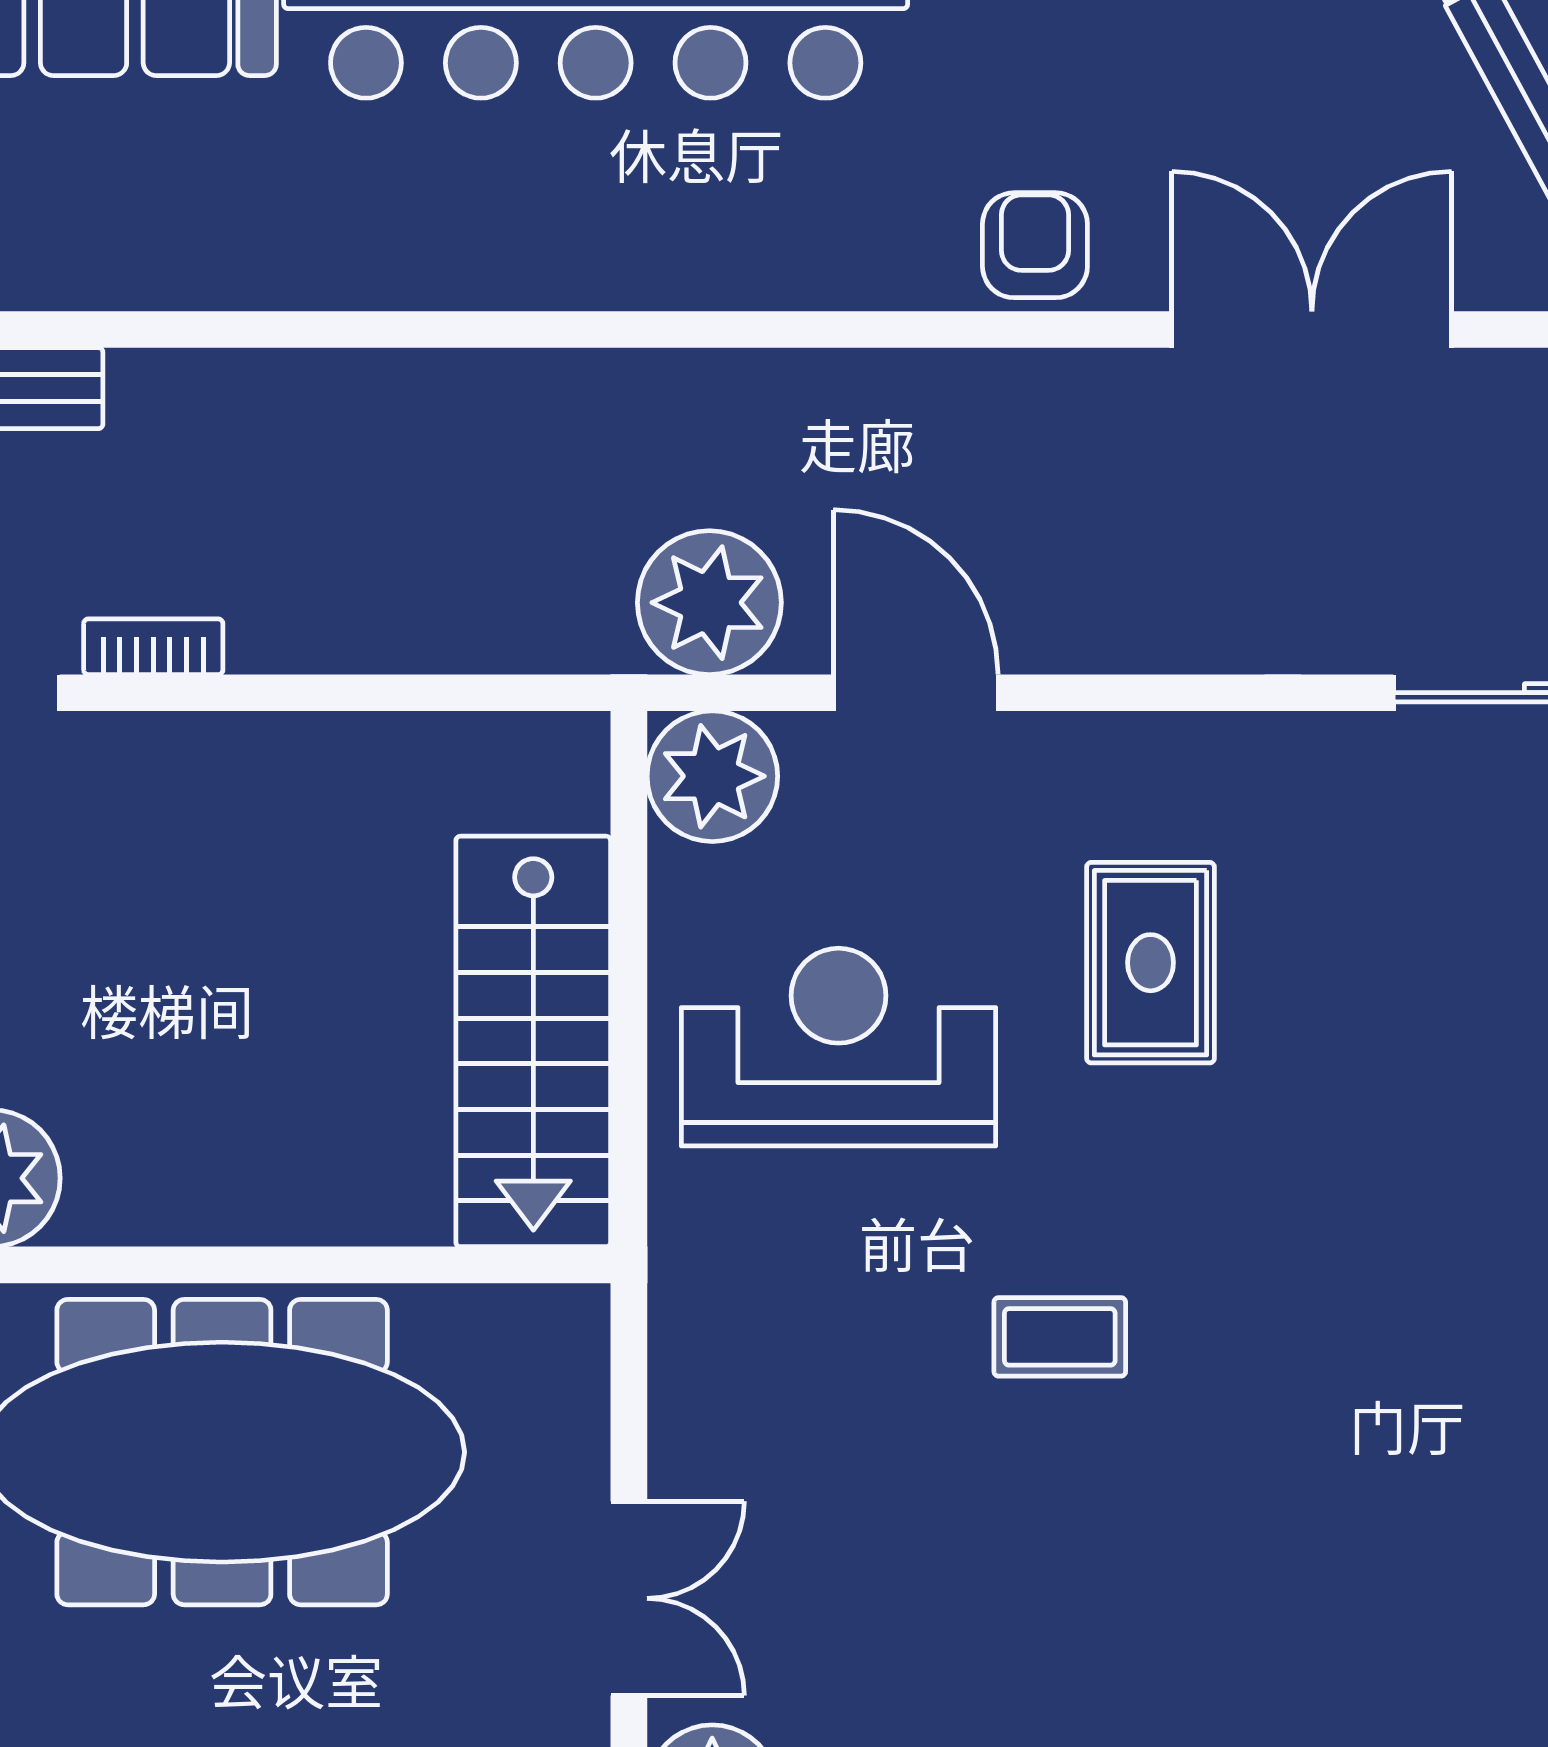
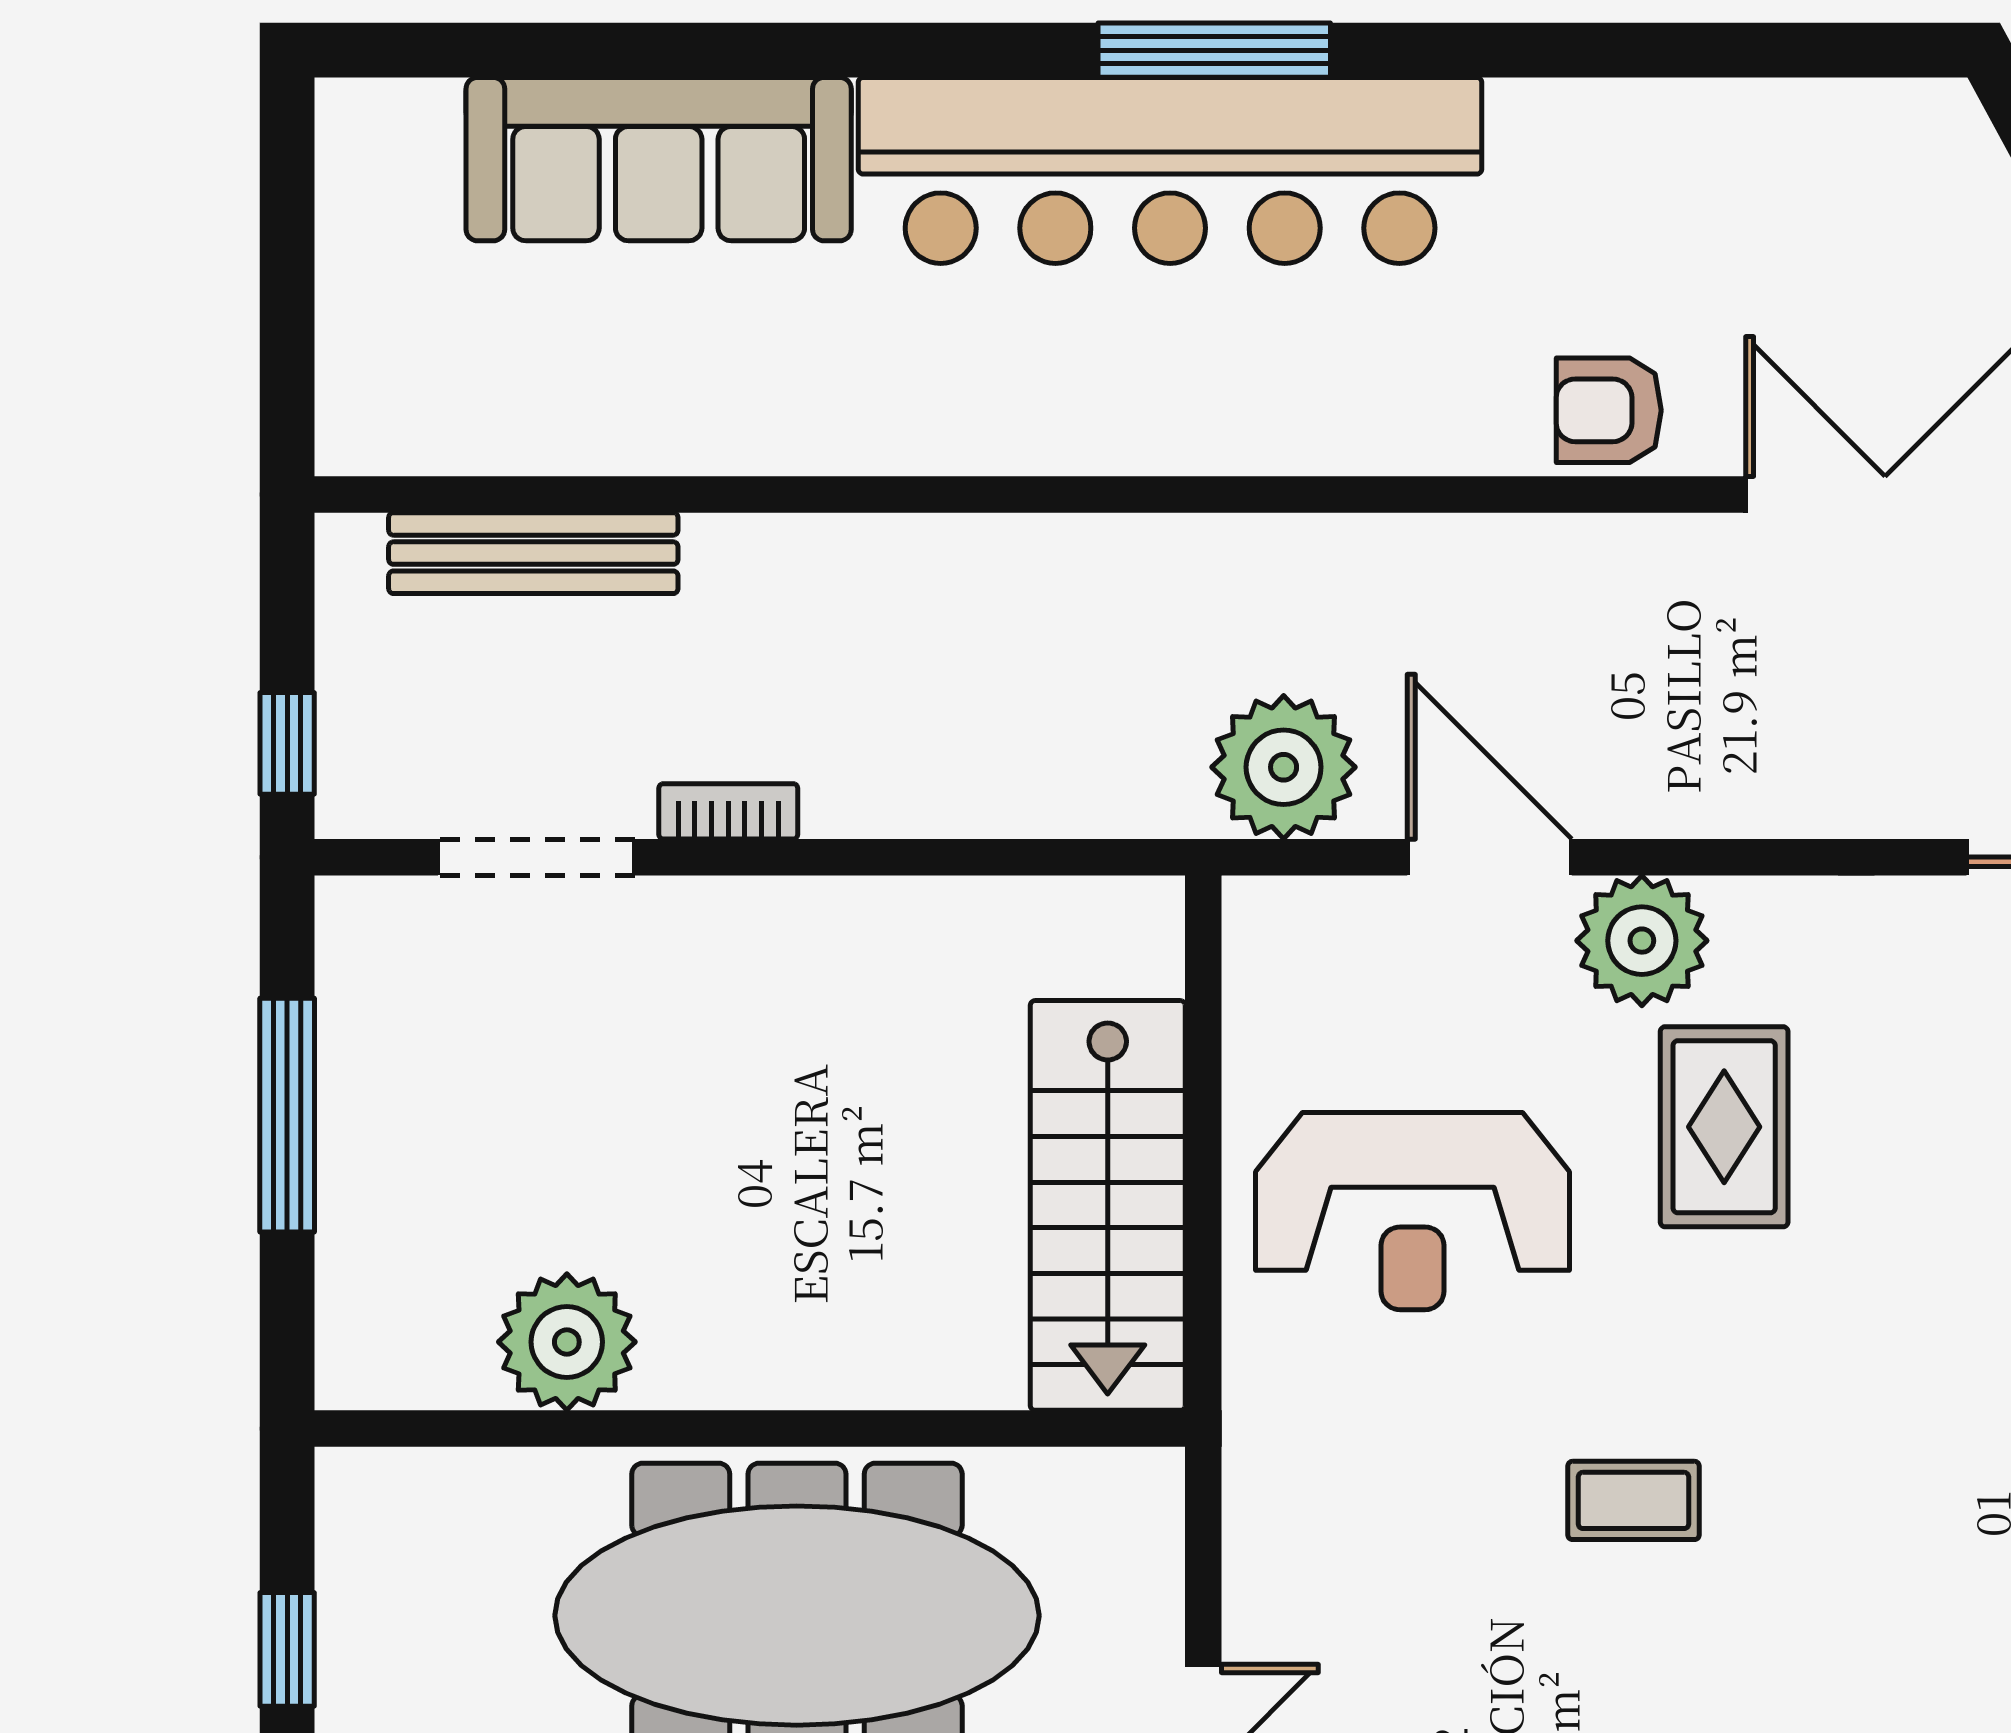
armchair: (1035, 245) -> (1609, 410), turned -90
plant: (712, 776) -> (1642, 941), moved
reception desk: (838, 1047) -> (1413, 1211), turned 180

